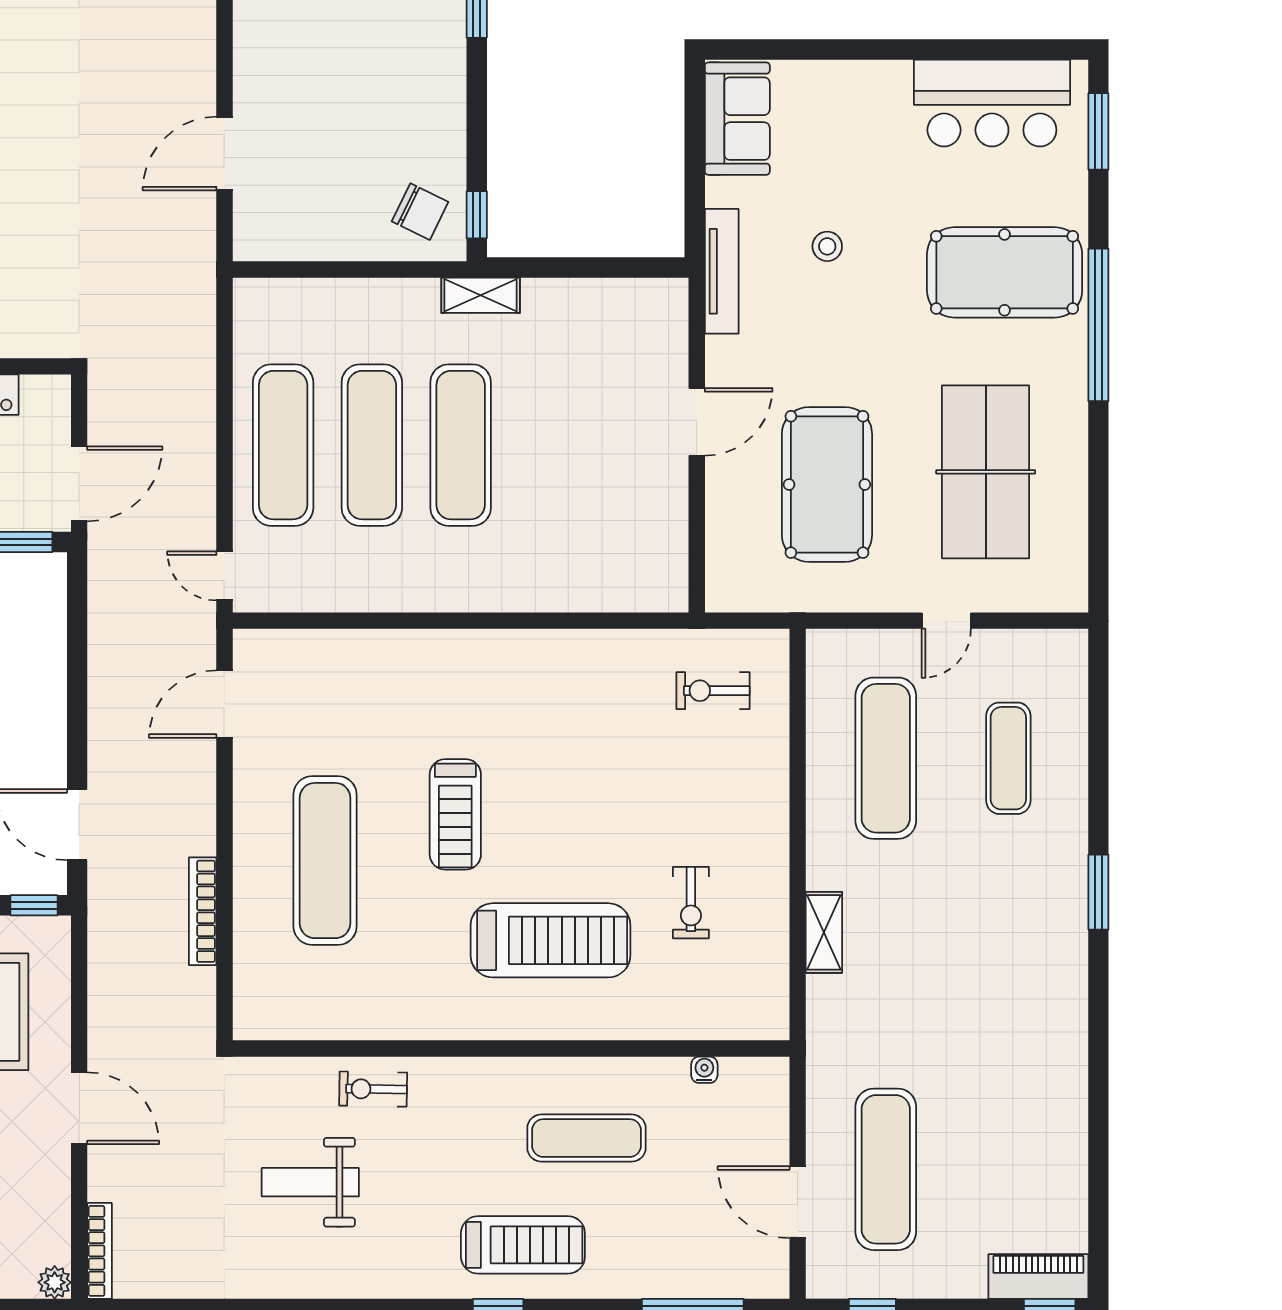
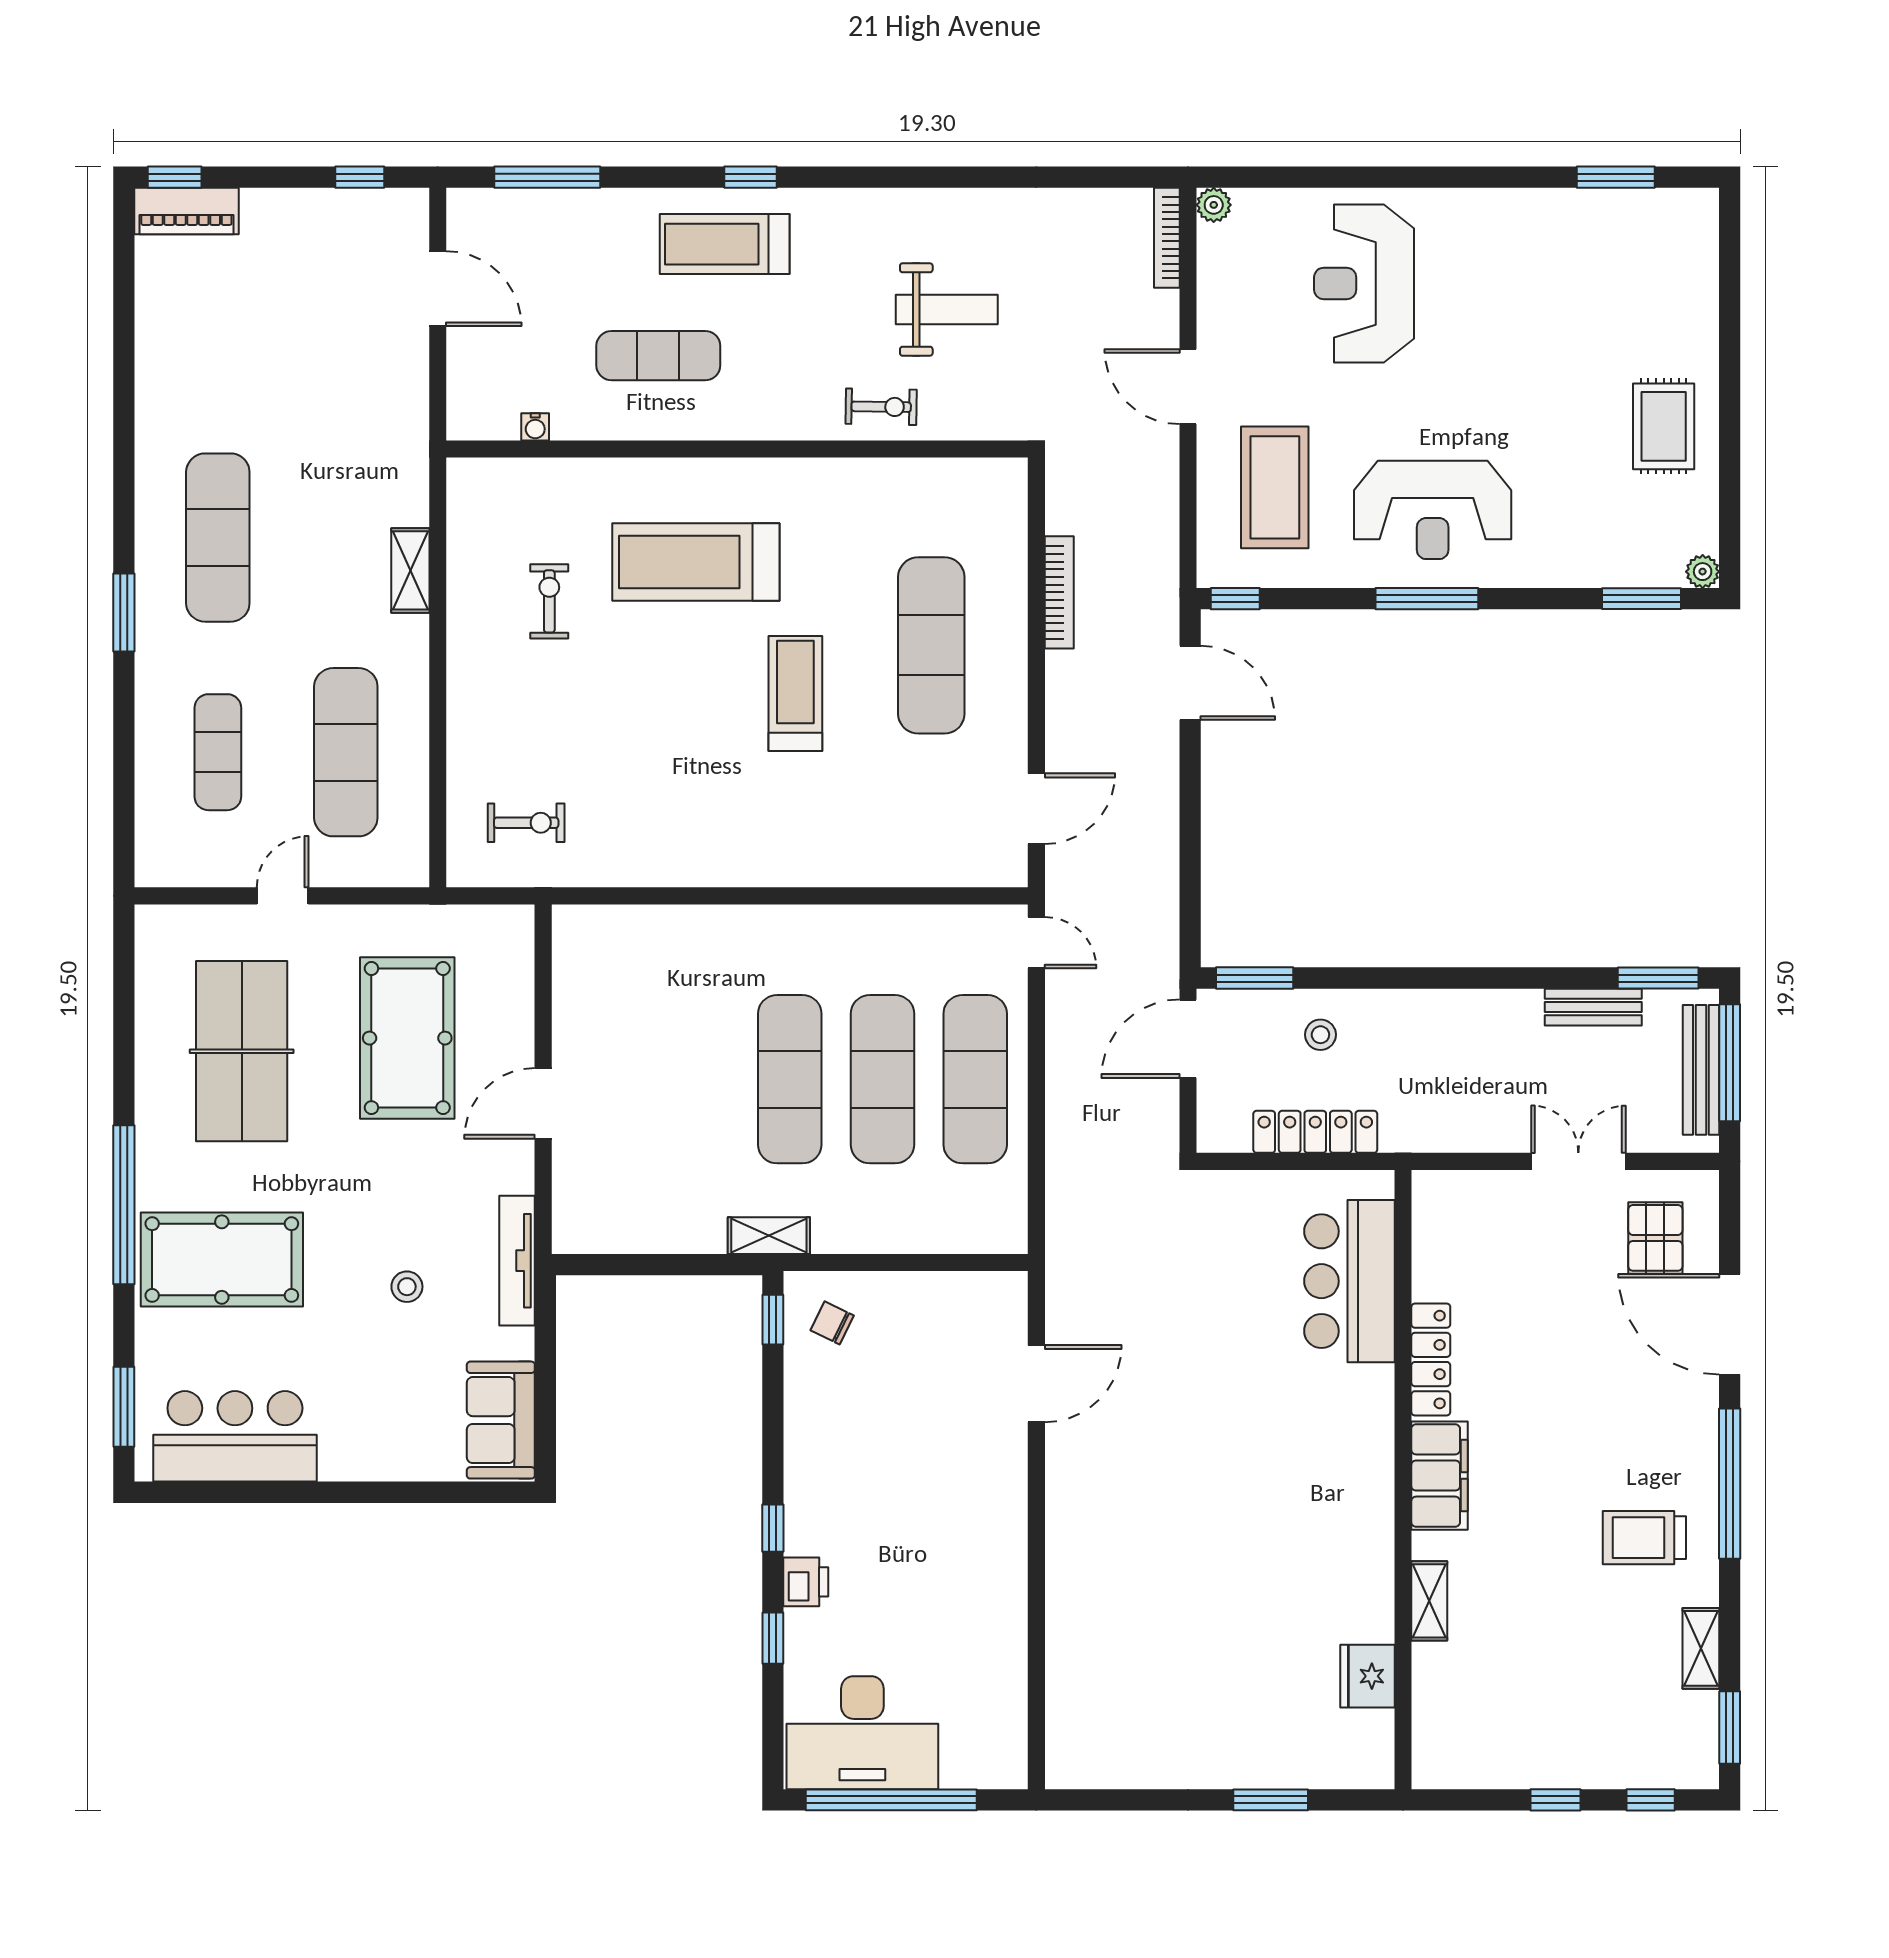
chair: (420, 212) -> (832, 1323), width x0.73, depth x0.73
exercise mat: (886, 1169) -> (218, 538), moved

